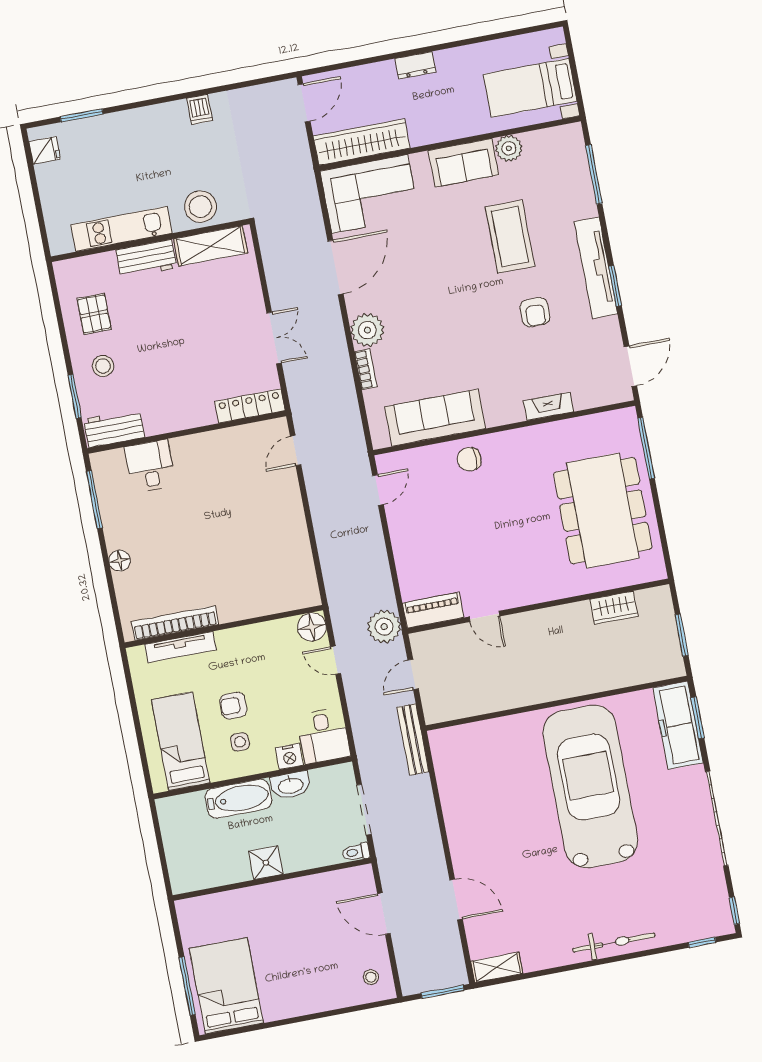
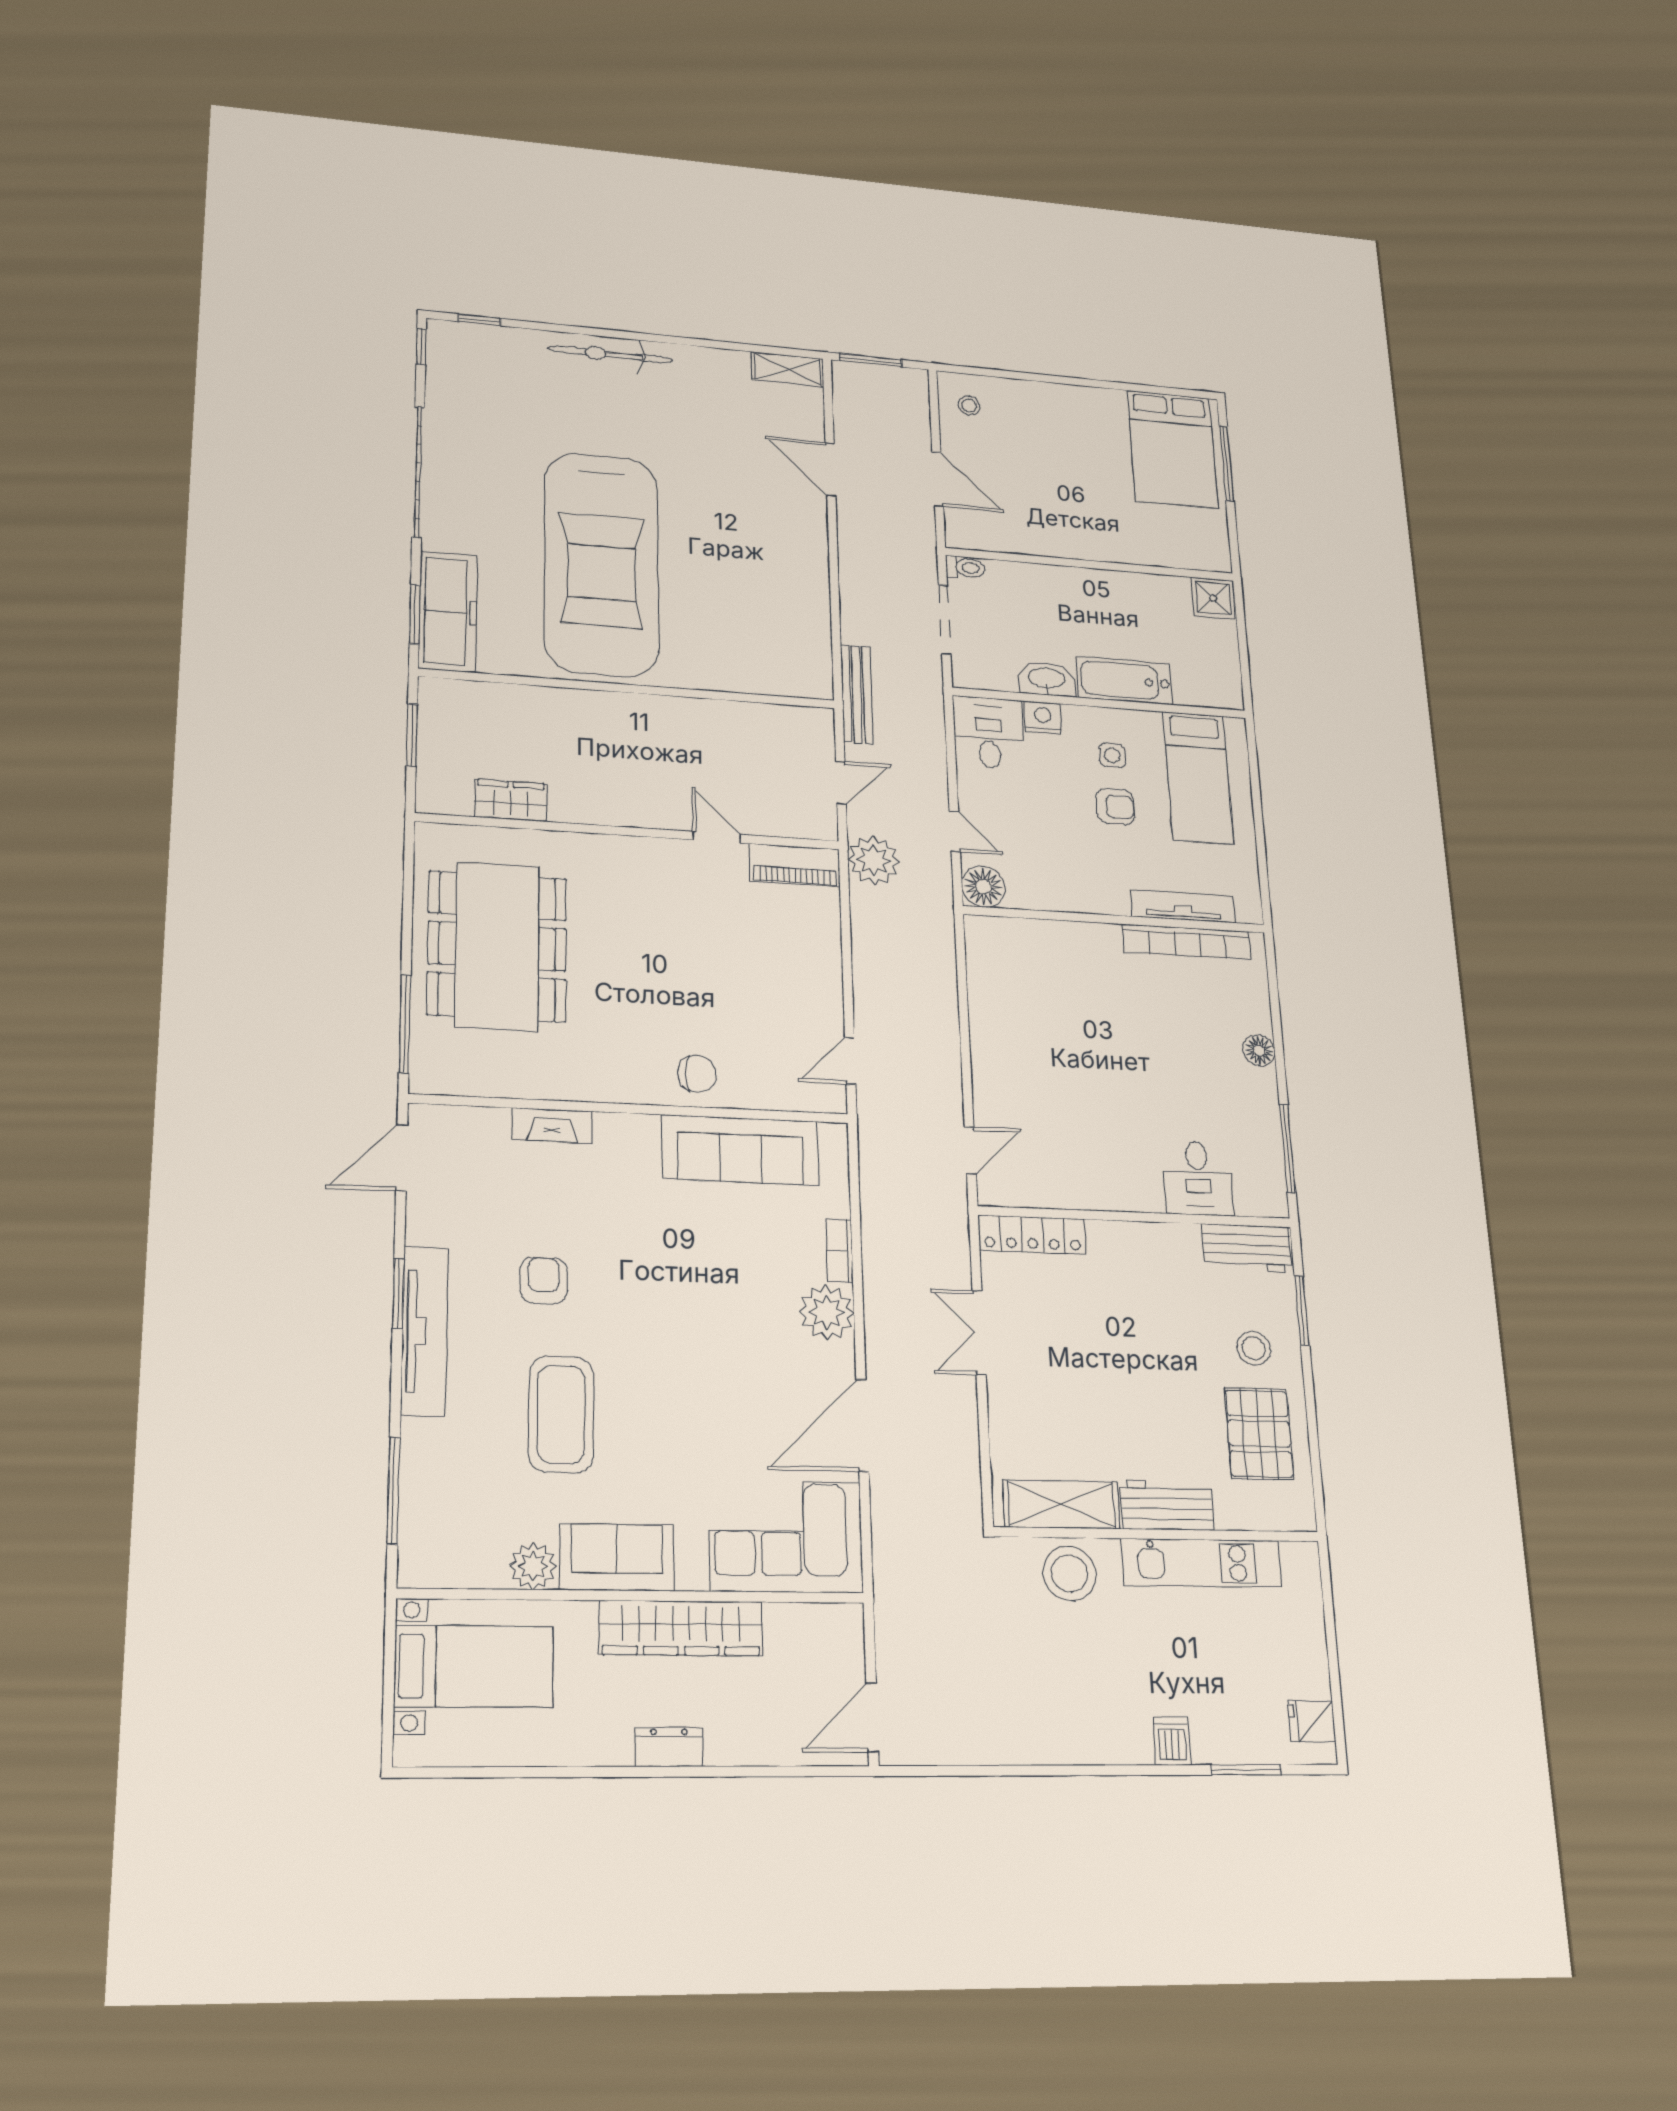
dishwasher: (200, 109) -> (1172, 1741), moved
wardrobe: (362, 142) -> (681, 1628), moved
pallet: (94, 314) -> (1259, 1434), width x1.50, depth x1.42
shower: (266, 863) -> (1213, 598), moved

